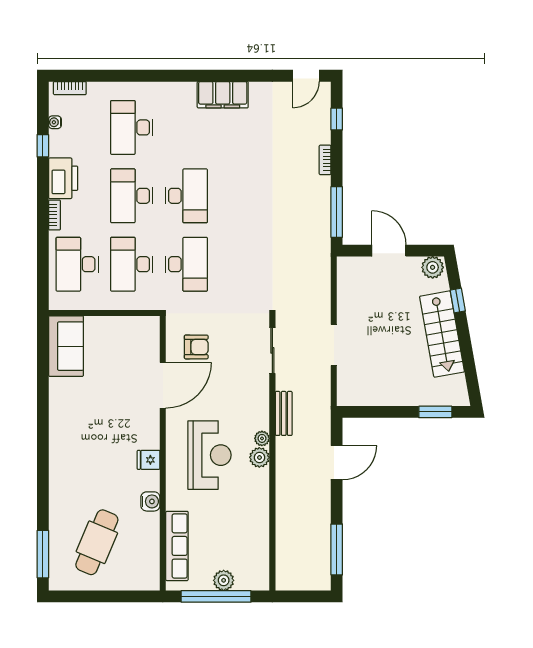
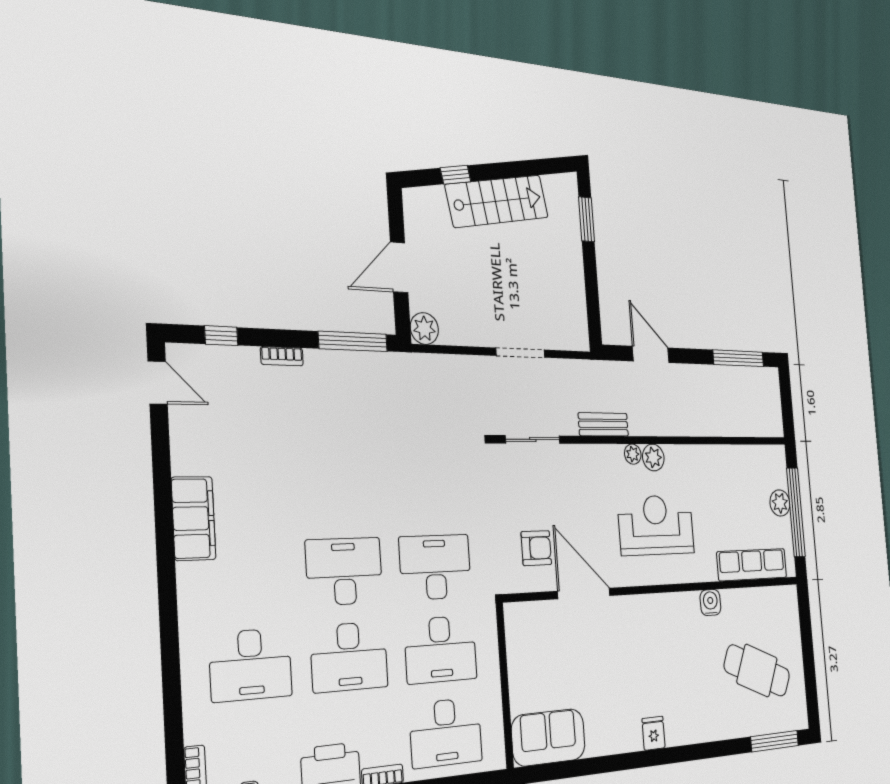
plant: (433, 267) -> (424, 328), moved
armchair: (196, 347) -> (536, 548), turned 90
fridge: (149, 460) -> (654, 733), moved, turned 180

